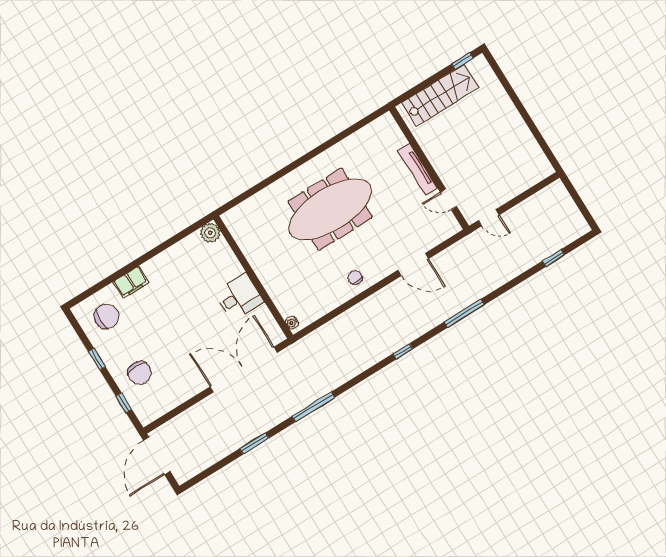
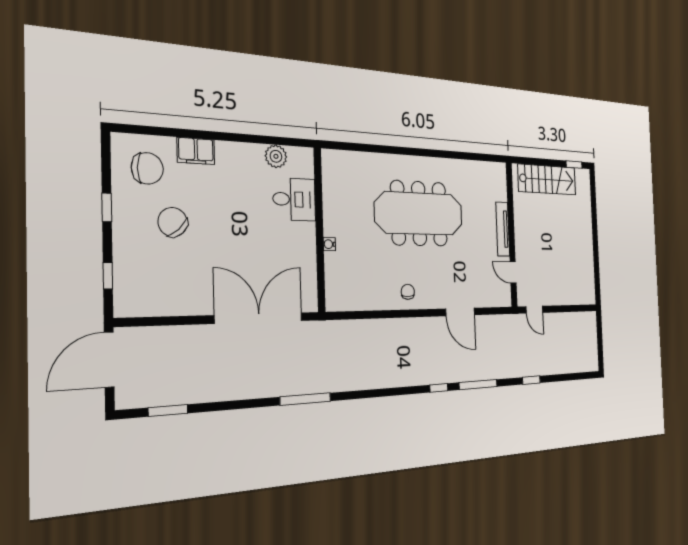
plant: (210, 233) -> (276, 156), moved
window: (553, 258) -> (531, 380), moved
desk: (239, 297) -> (294, 199), moved
water cooler: (292, 323) -> (329, 244), moved
window: (403, 351) -> (439, 388), moved
chair: (140, 373) -> (173, 222), moved, turned 138
window: (254, 443) -> (168, 410), moved

